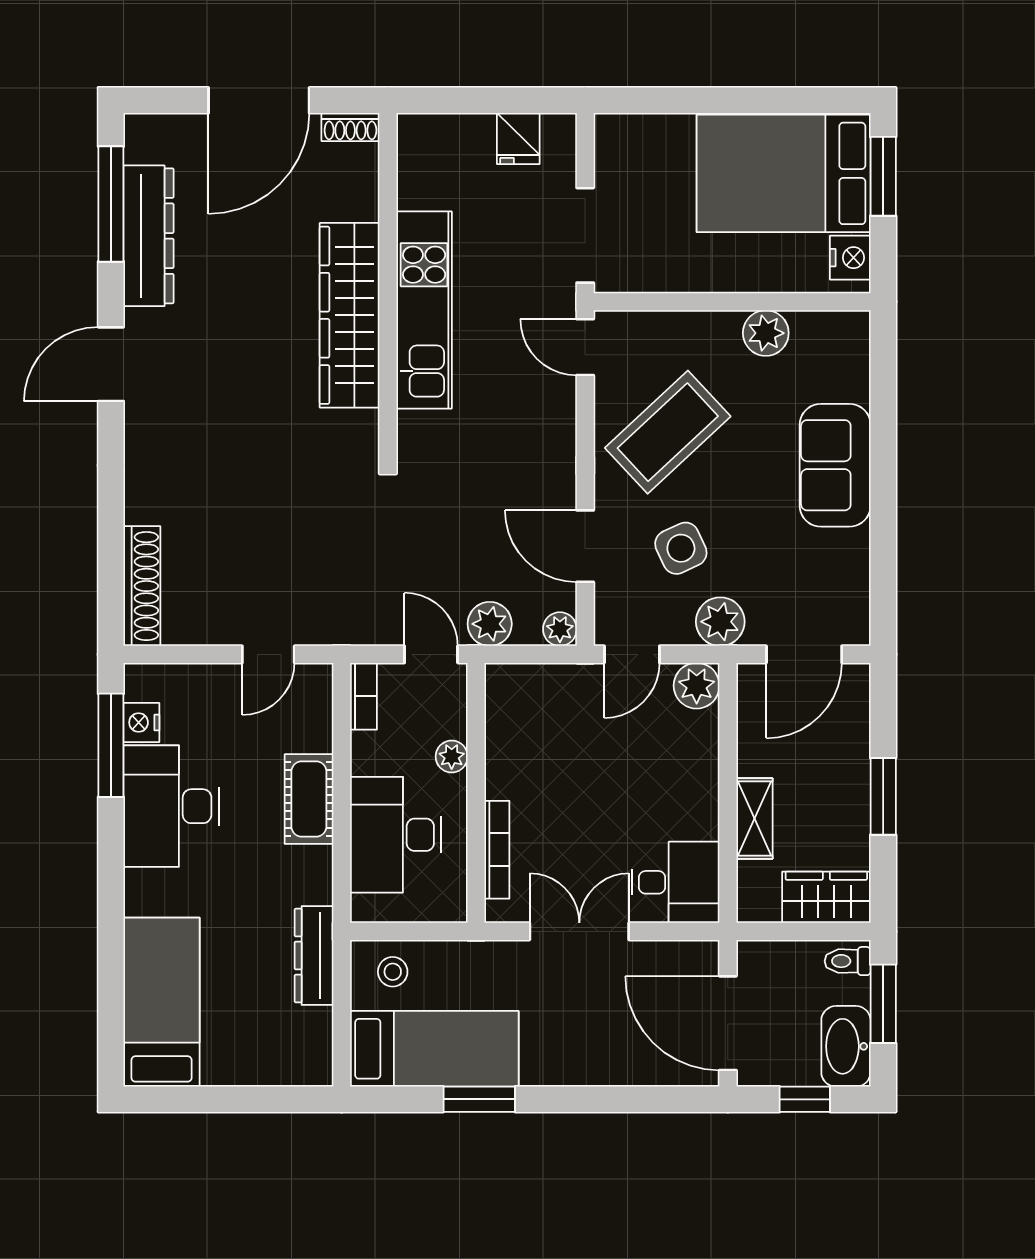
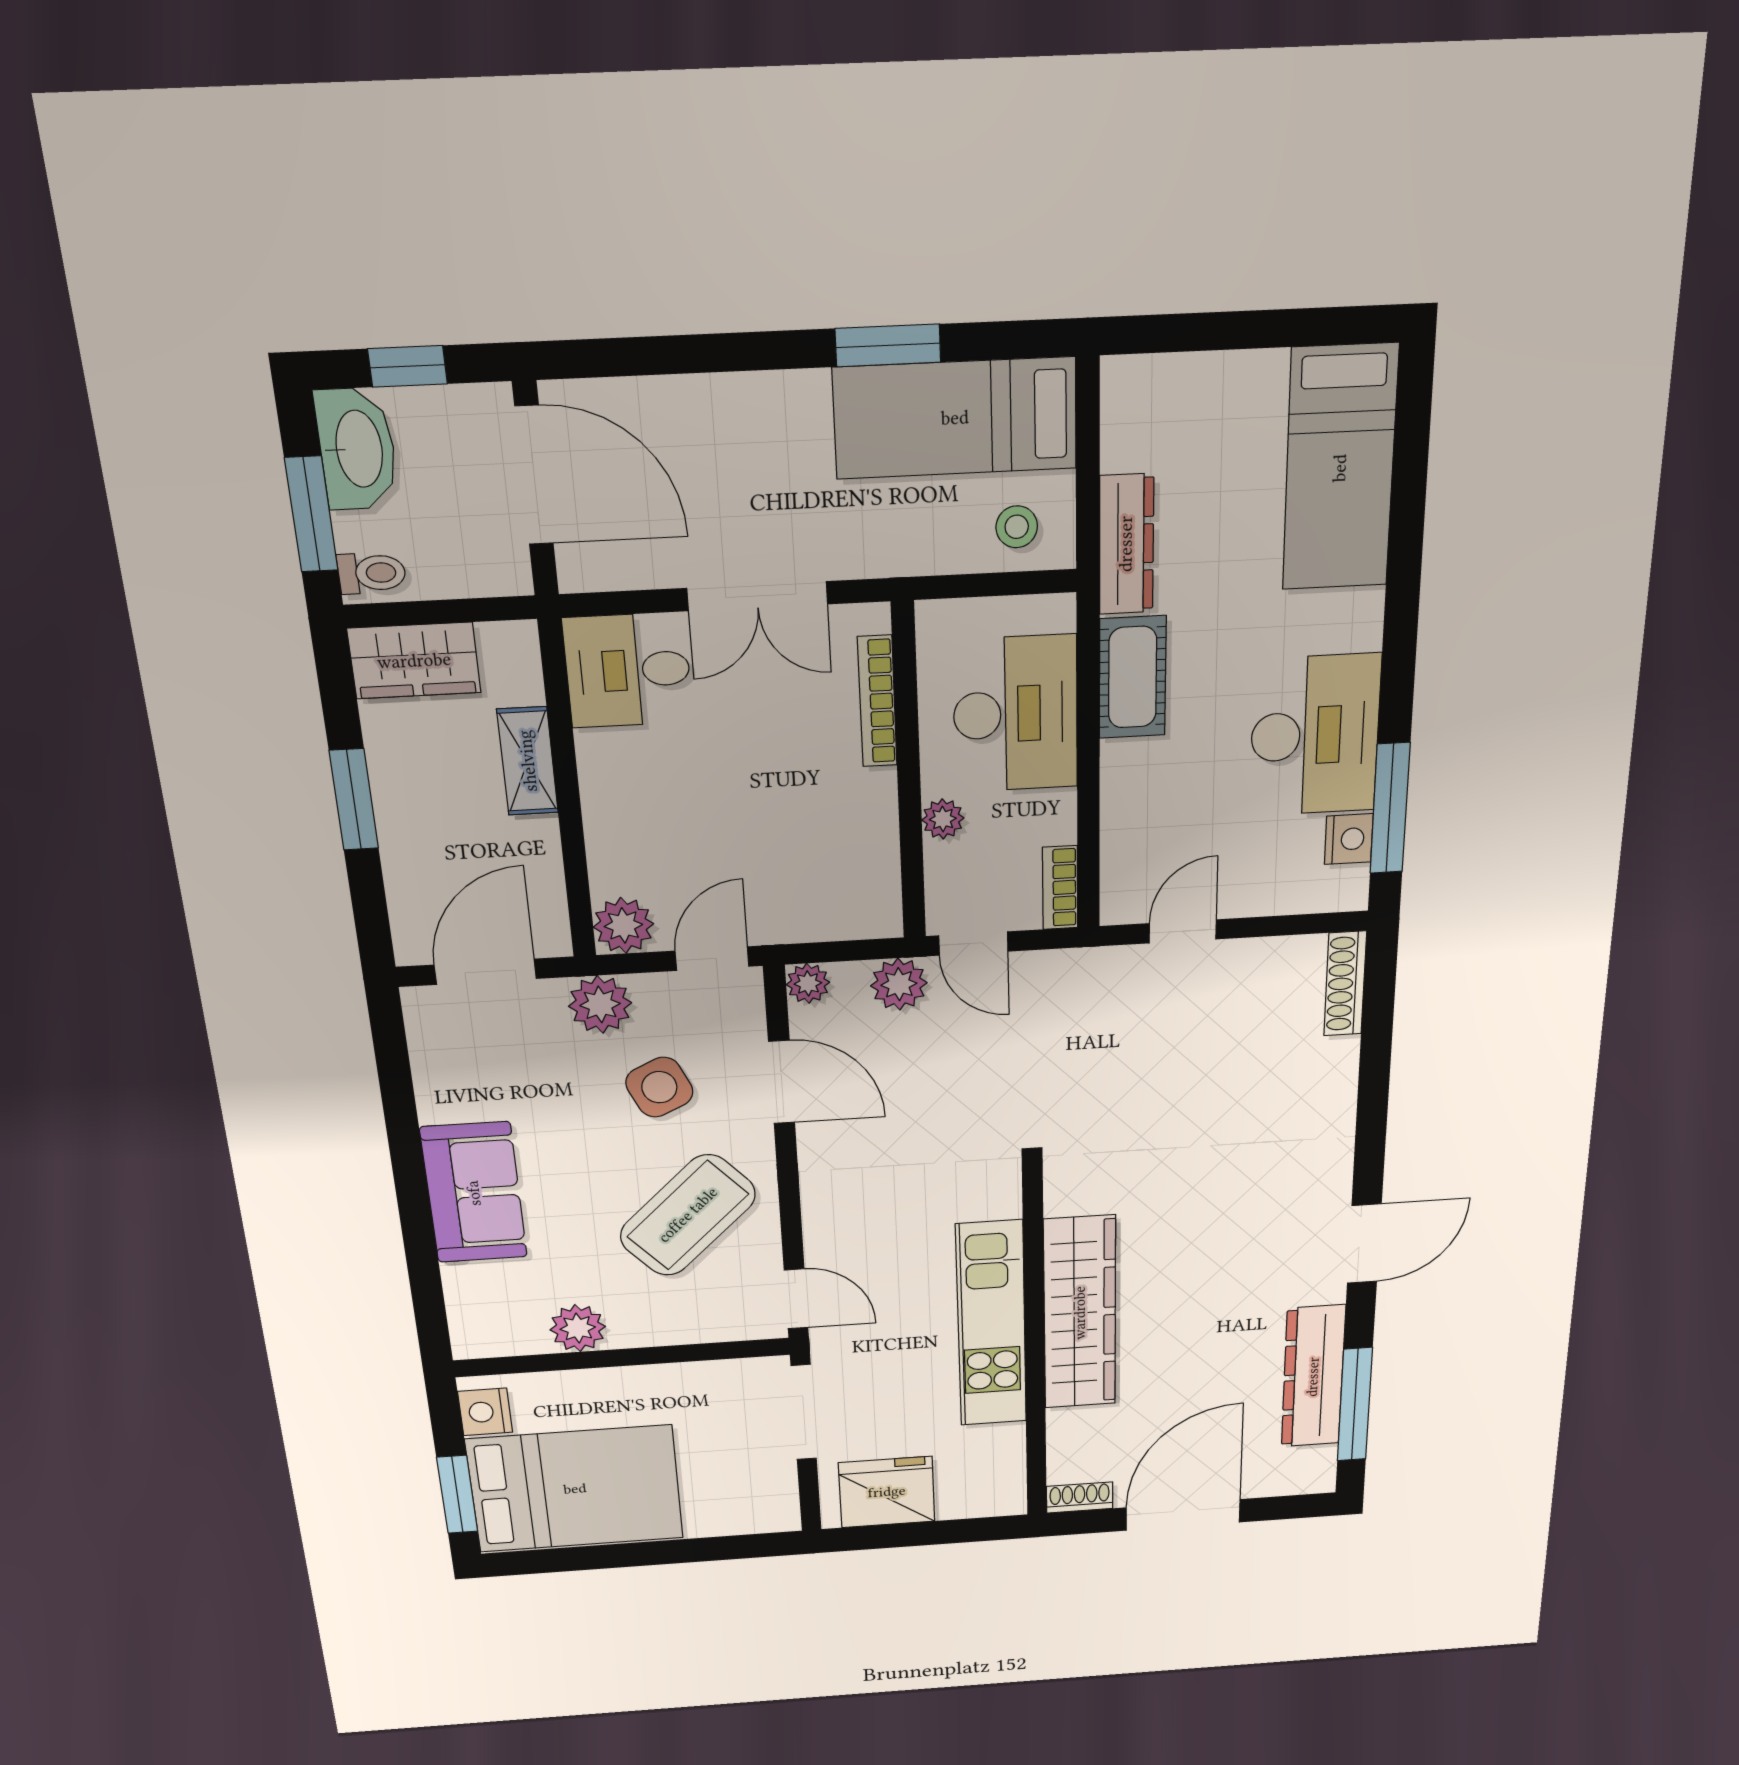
fridge: (518, 138) -> (887, 1492), width x1.88, depth x1.34
shoe rack: (142, 586) -> (1345, 984), width x0.74, depth x0.81
cot: (309, 799) -> (1133, 677), moved

